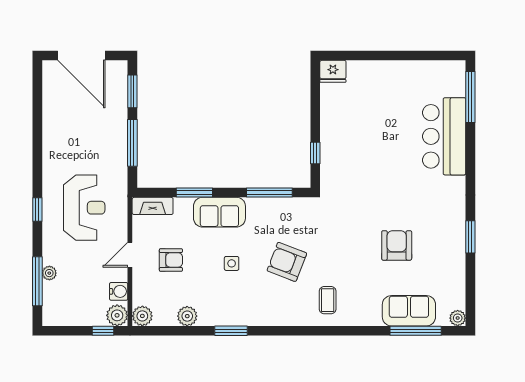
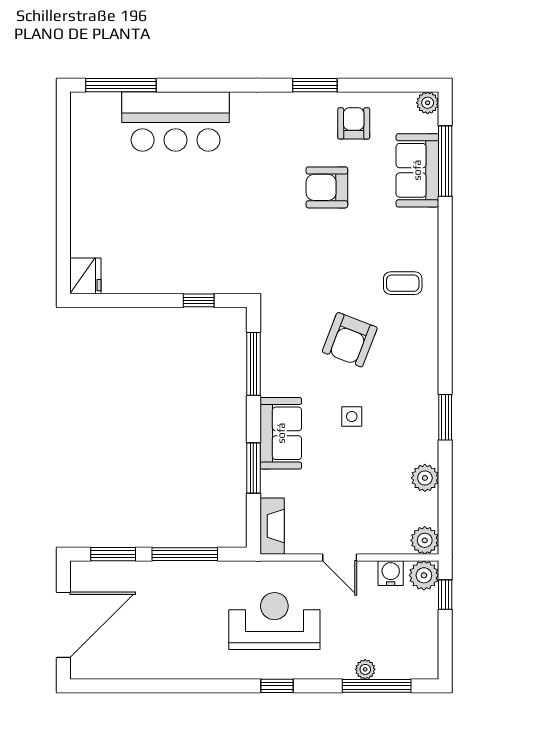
armchair: (171, 260) -> (354, 123), moved

